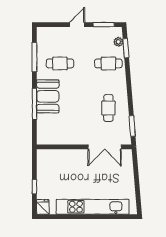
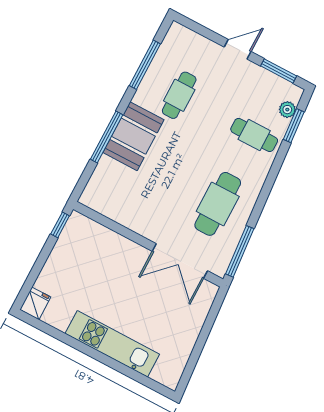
cafe table: (60, 63) -> (179, 95), turned 90
cafe table: (108, 108) -> (218, 204), width x1.37, depth x1.35
window: (132, 126) -> (240, 251), width x1.44
window: (34, 187) -> (60, 225), moved
kitchen unit: (93, 207) -> (112, 344), width x0.73

